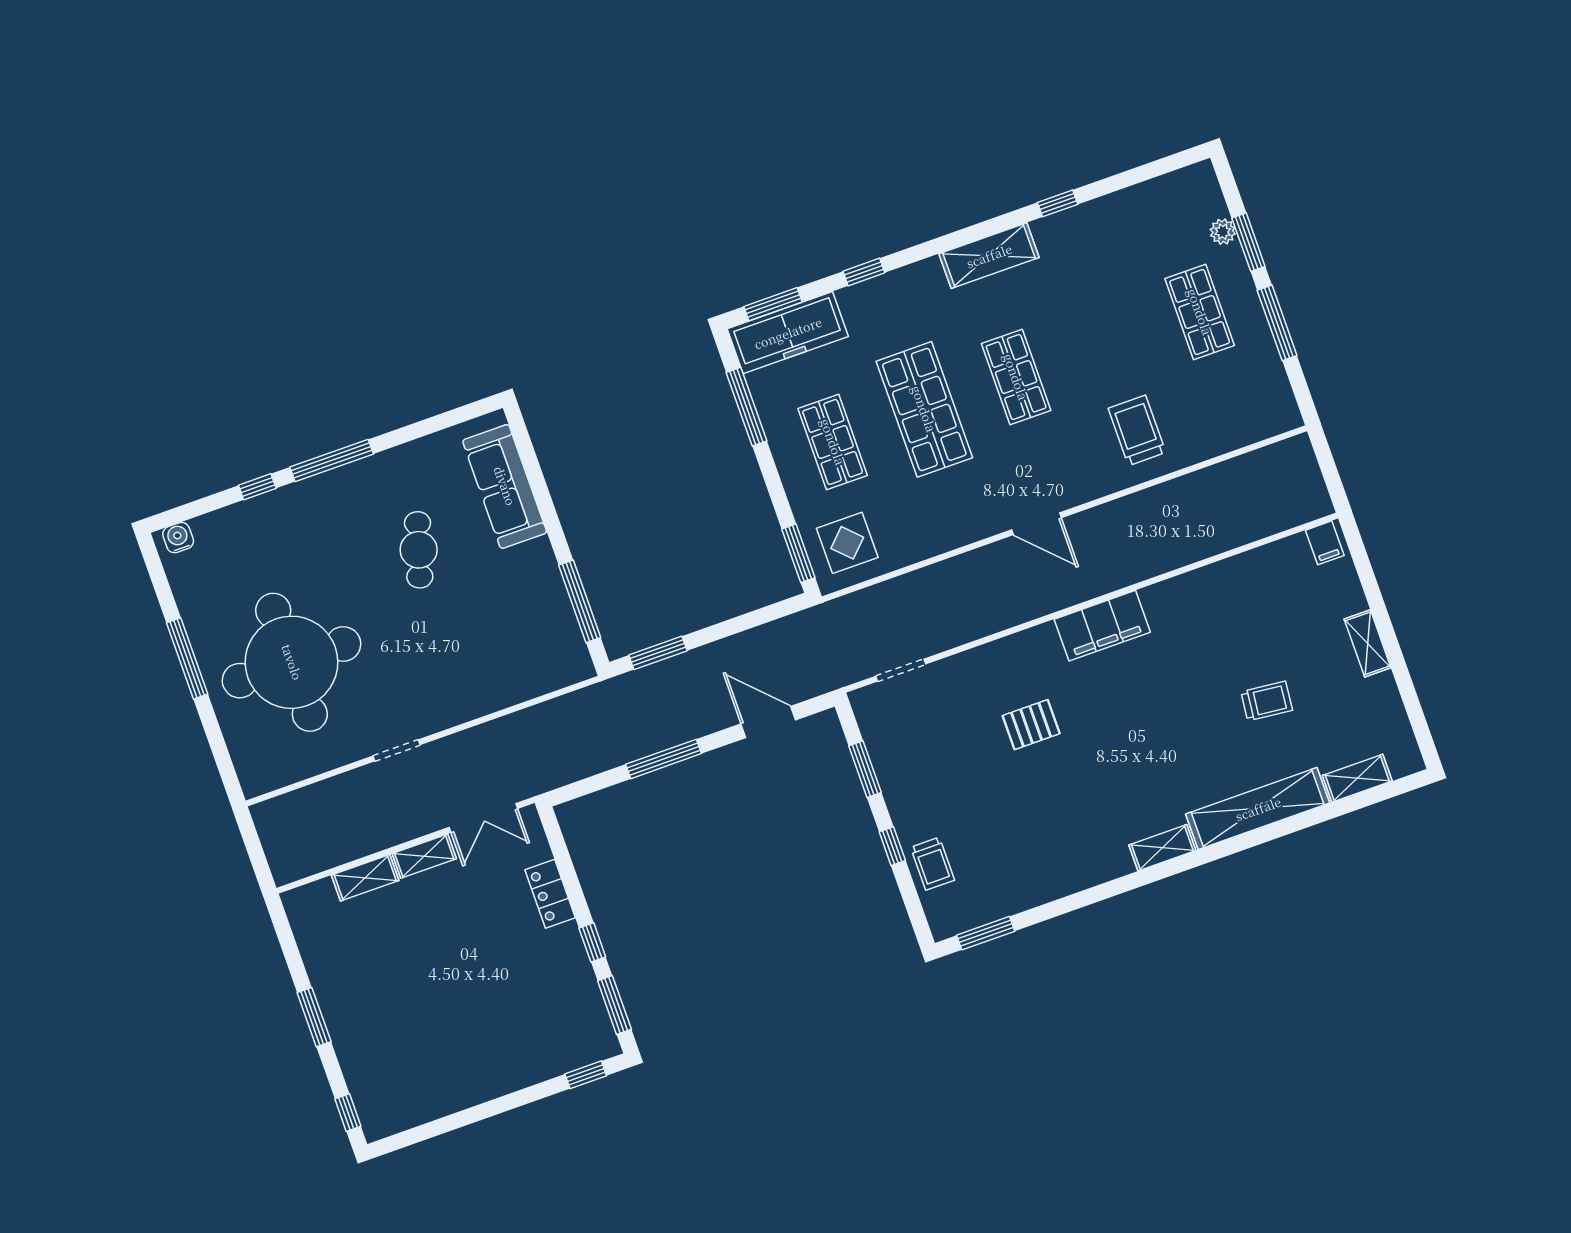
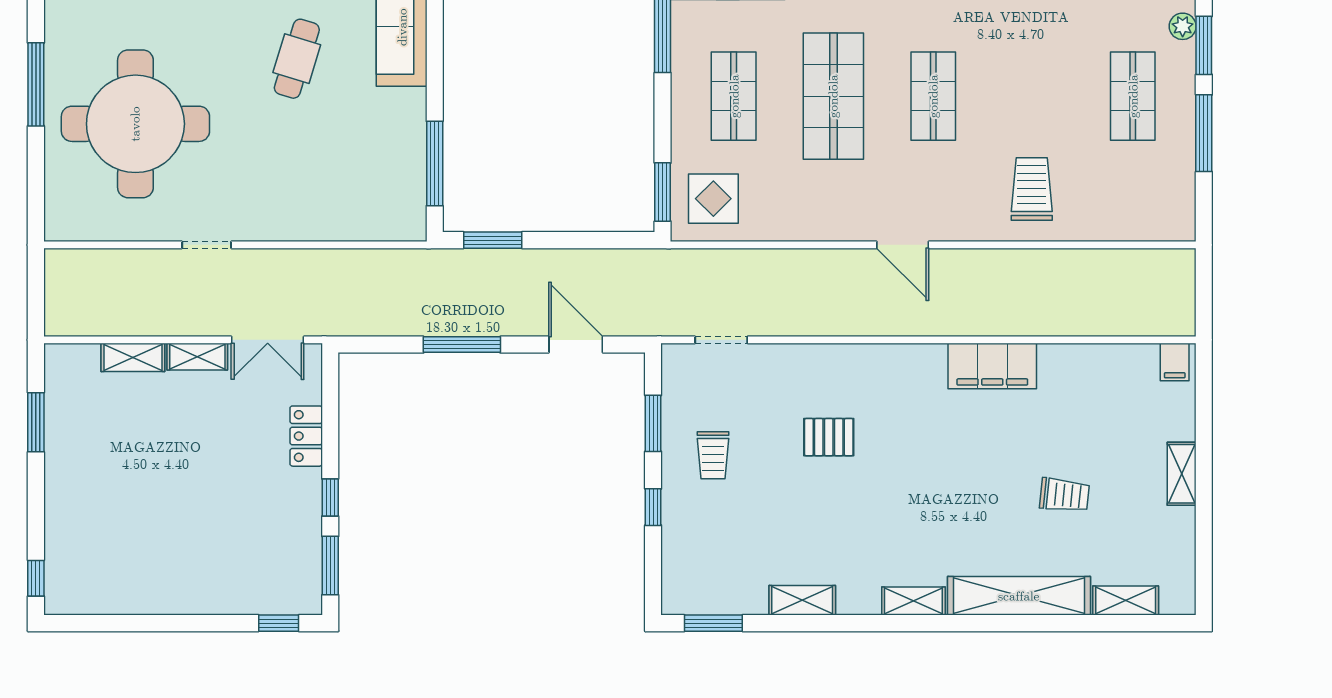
filing cabinet: (1102, 626) -> (992, 366), moved
trolley: (933, 864) -> (713, 455), moved
shelving: (1060, 883) -> (802, 600), added
window: (314, 1017) -> (36, 422), moved

